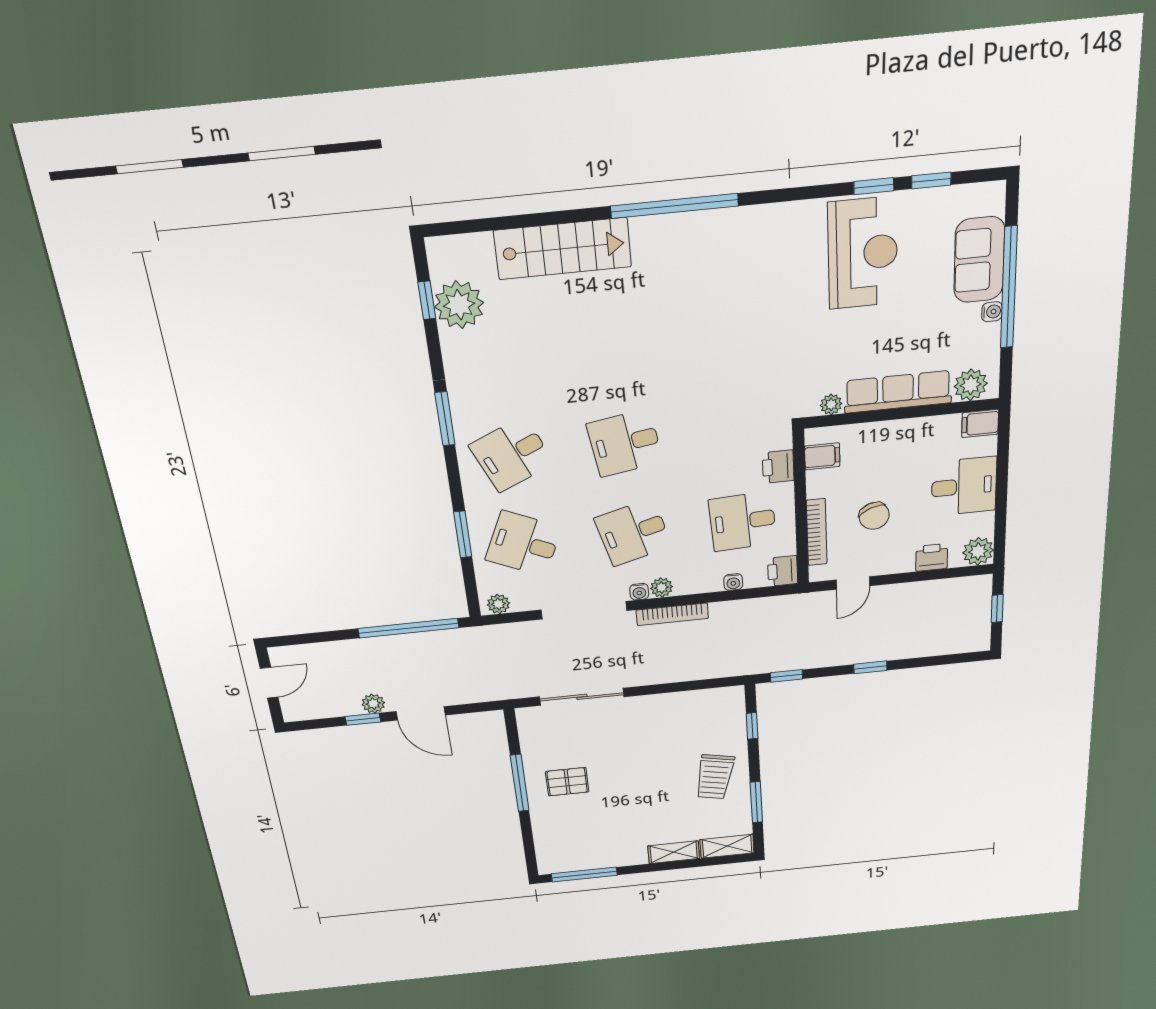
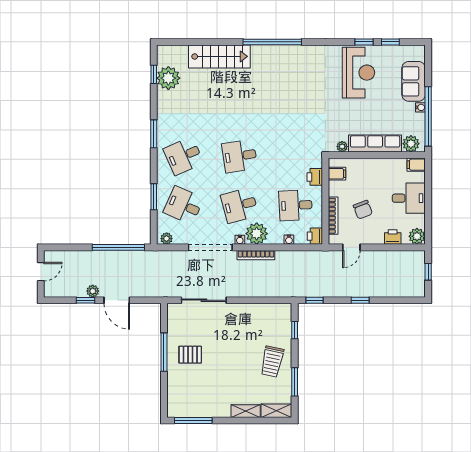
window: (1009, 288) -> (428, 116), moved
plant: (662, 588) -> (257, 234), width x1.88, depth x1.88

